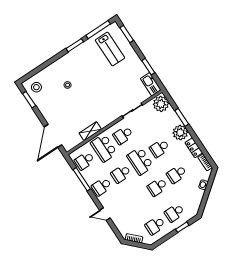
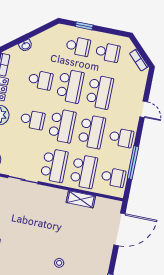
school desk: (123, 135) -> (54, 165), width x1.85
school desk: (121, 174) -> (92, 132), width x1.85
school desk: (157, 187) -> (70, 86), width x1.85
school desk: (138, 200) -> (100, 92), added

